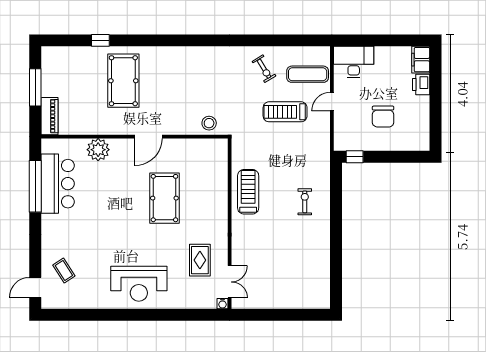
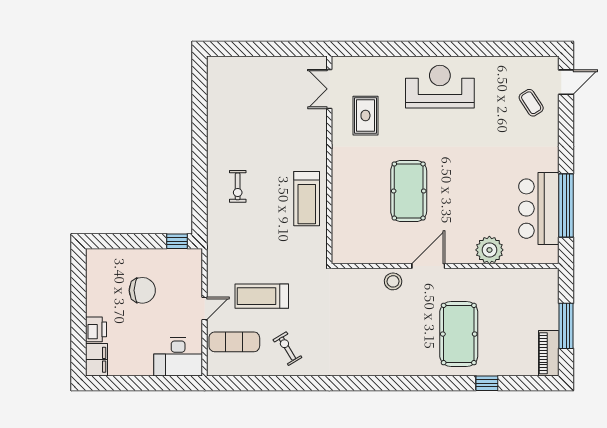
treadmill: (285, 112) -> (262, 296), turned 180
piano: (50, 116) -> (549, 353), moved
chair: (383, 117) -> (142, 290), turned 90
stool: (209, 123) -> (393, 281), moved
water cooler: (222, 304) -> (338, 62), removed

